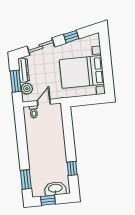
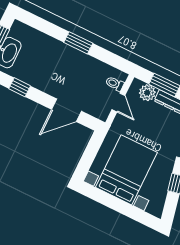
door: (68, 131) -> (66, 110), added
window: (26, 179) -> (78, 43), moved

